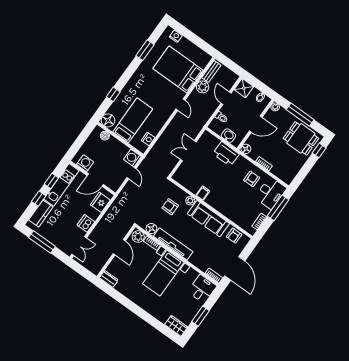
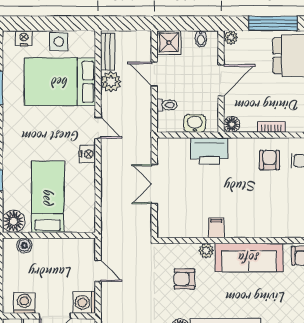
side table: (191, 50) -> (59, 42), added
nightstand: (148, 139) -> (87, 154), moved
washing machine: (132, 158) -> (84, 302), moved

